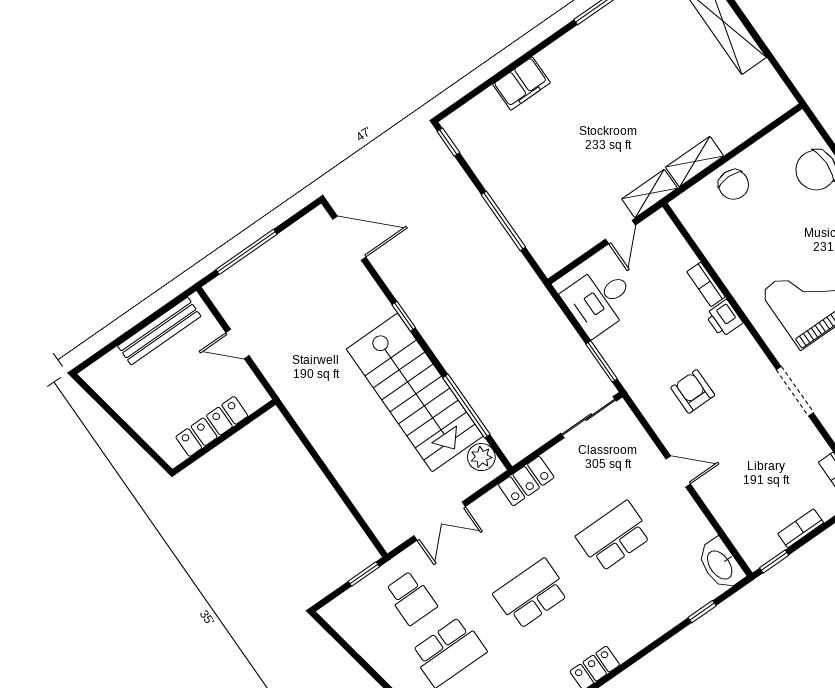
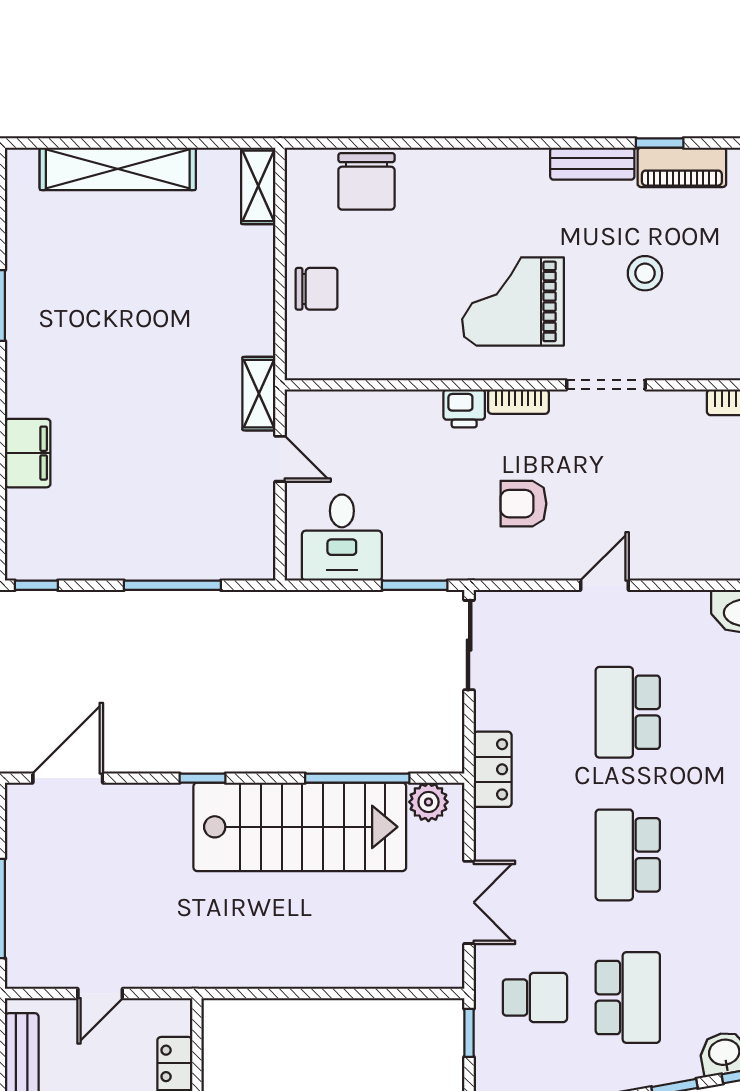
shelving: (695, 162) -> (258, 186), moved
bookcase: (706, 284) -> (518, 402), moved

